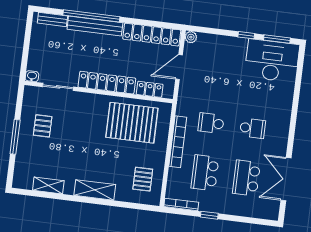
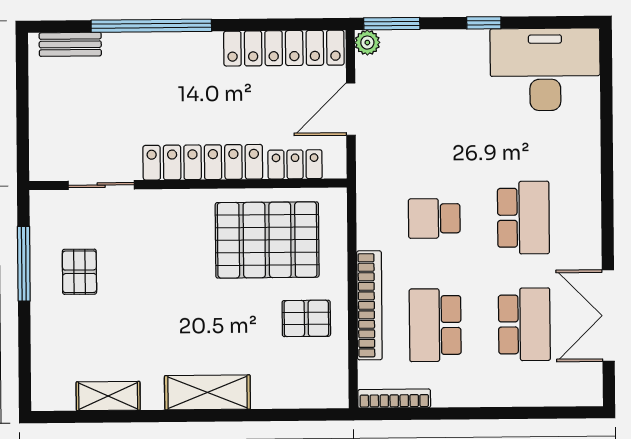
bench: (95, 26) -> (162, 46), removed
window: (277, 39) -> (392, 24), moved
washbasin: (32, 76) -> (43, 170), removed
school desk: (253, 128) -> (523, 218), width x1.85
window: (15, 137) -> (24, 264), moved
bookcase: (178, 142) -> (369, 305), moved
school desk: (246, 178) -> (524, 324), turned 180
pallet: (143, 179) -> (306, 318), moved, turned 90
window: (209, 215) -> (456, 413), removed

